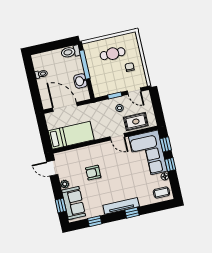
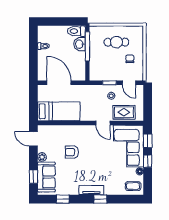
washbasin: (80, 81) -> (80, 44), moved
tv unit: (121, 206) -> (91, 190), width x0.71

